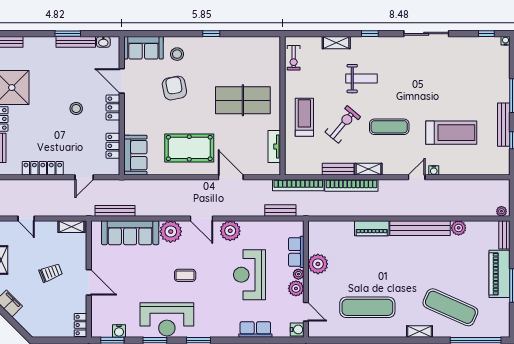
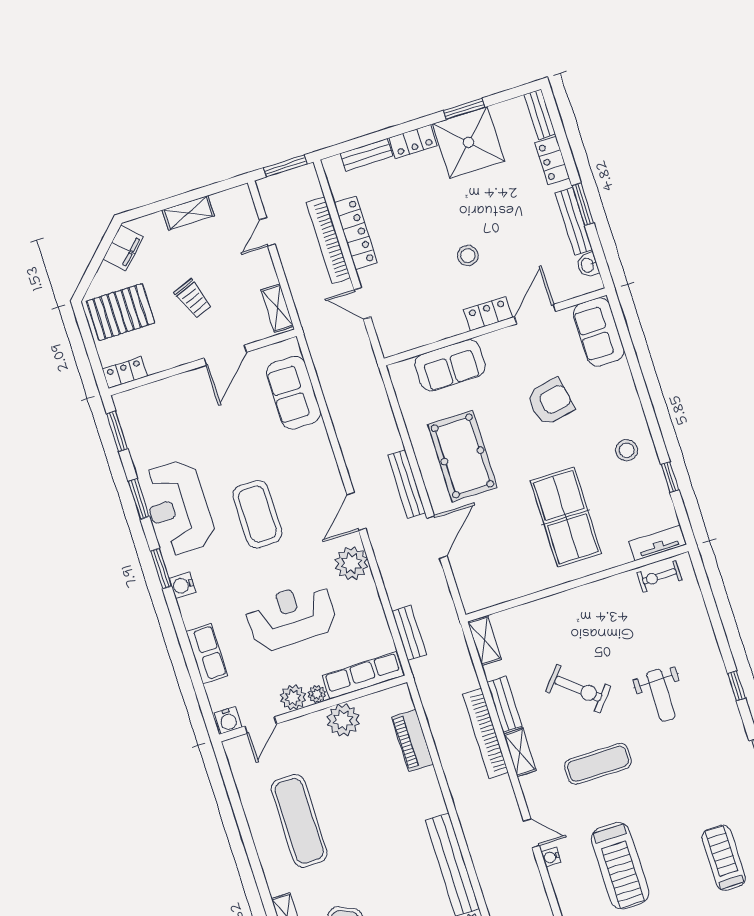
window: (211, 34) -> (670, 477), moved
shelving: (336, 43) -> (484, 641), moved
stool: (177, 54) -> (627, 450), moved
treadmill: (304, 117) -> (724, 858), moved, turned -90
exercise mat: (389, 127) -> (598, 764), turned 90
locker: (113, 146) -> (552, 161), moved, turned -90
tv unit: (274, 146) -> (658, 543), moved
sofa: (135, 155) -> (450, 365), moved
bookcase: (298, 185) -> (328, 240), moved
bench: (115, 211) -> (407, 484), moved
piano: (372, 228) -> (412, 740), moved
plant: (171, 232) -> (320, 469), removed
sofa: (130, 233) -> (294, 393), width x0.73
row of seats: (296, 252) -> (363, 676), width x1.48
coffee table: (185, 275) -> (257, 514), width x1.86, depth x1.72
door: (89, 282) -> (225, 355), moved
pallet: (45, 316) -> (121, 312), added
water cooler: (119, 331) -> (182, 585), moved

